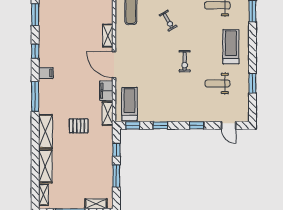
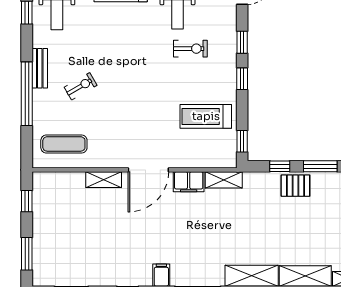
exercise bike: (185, 61) -> (190, 49), moved
treadmill: (129, 104) -> (206, 116), moved
window: (160, 125) -> (242, 79), moved
pallet: (79, 126) -> (295, 186), moved, turned 90

